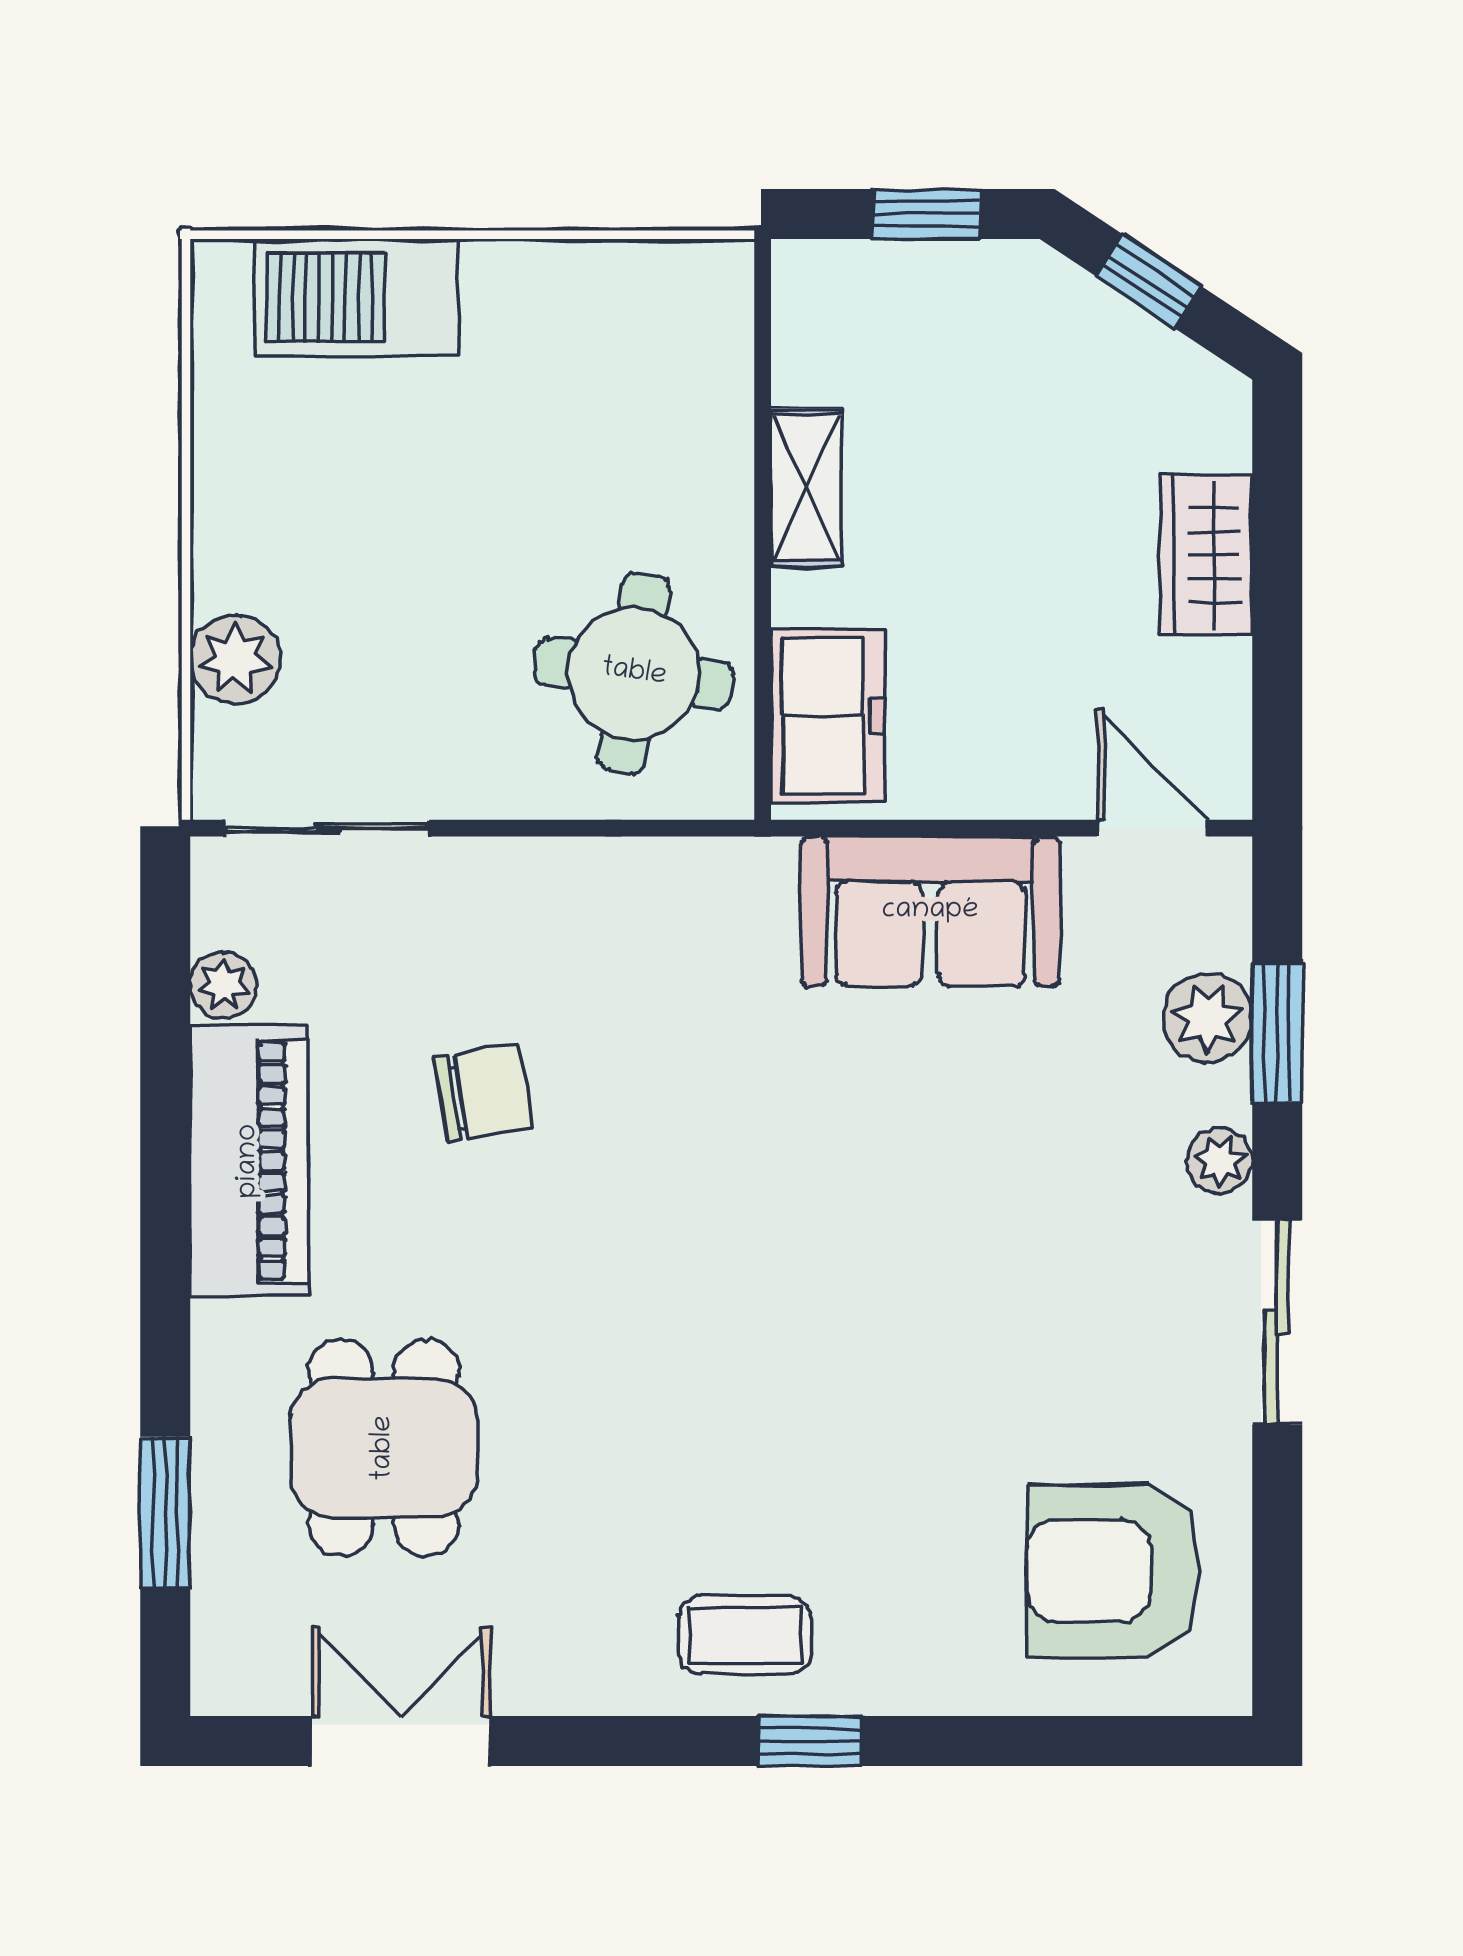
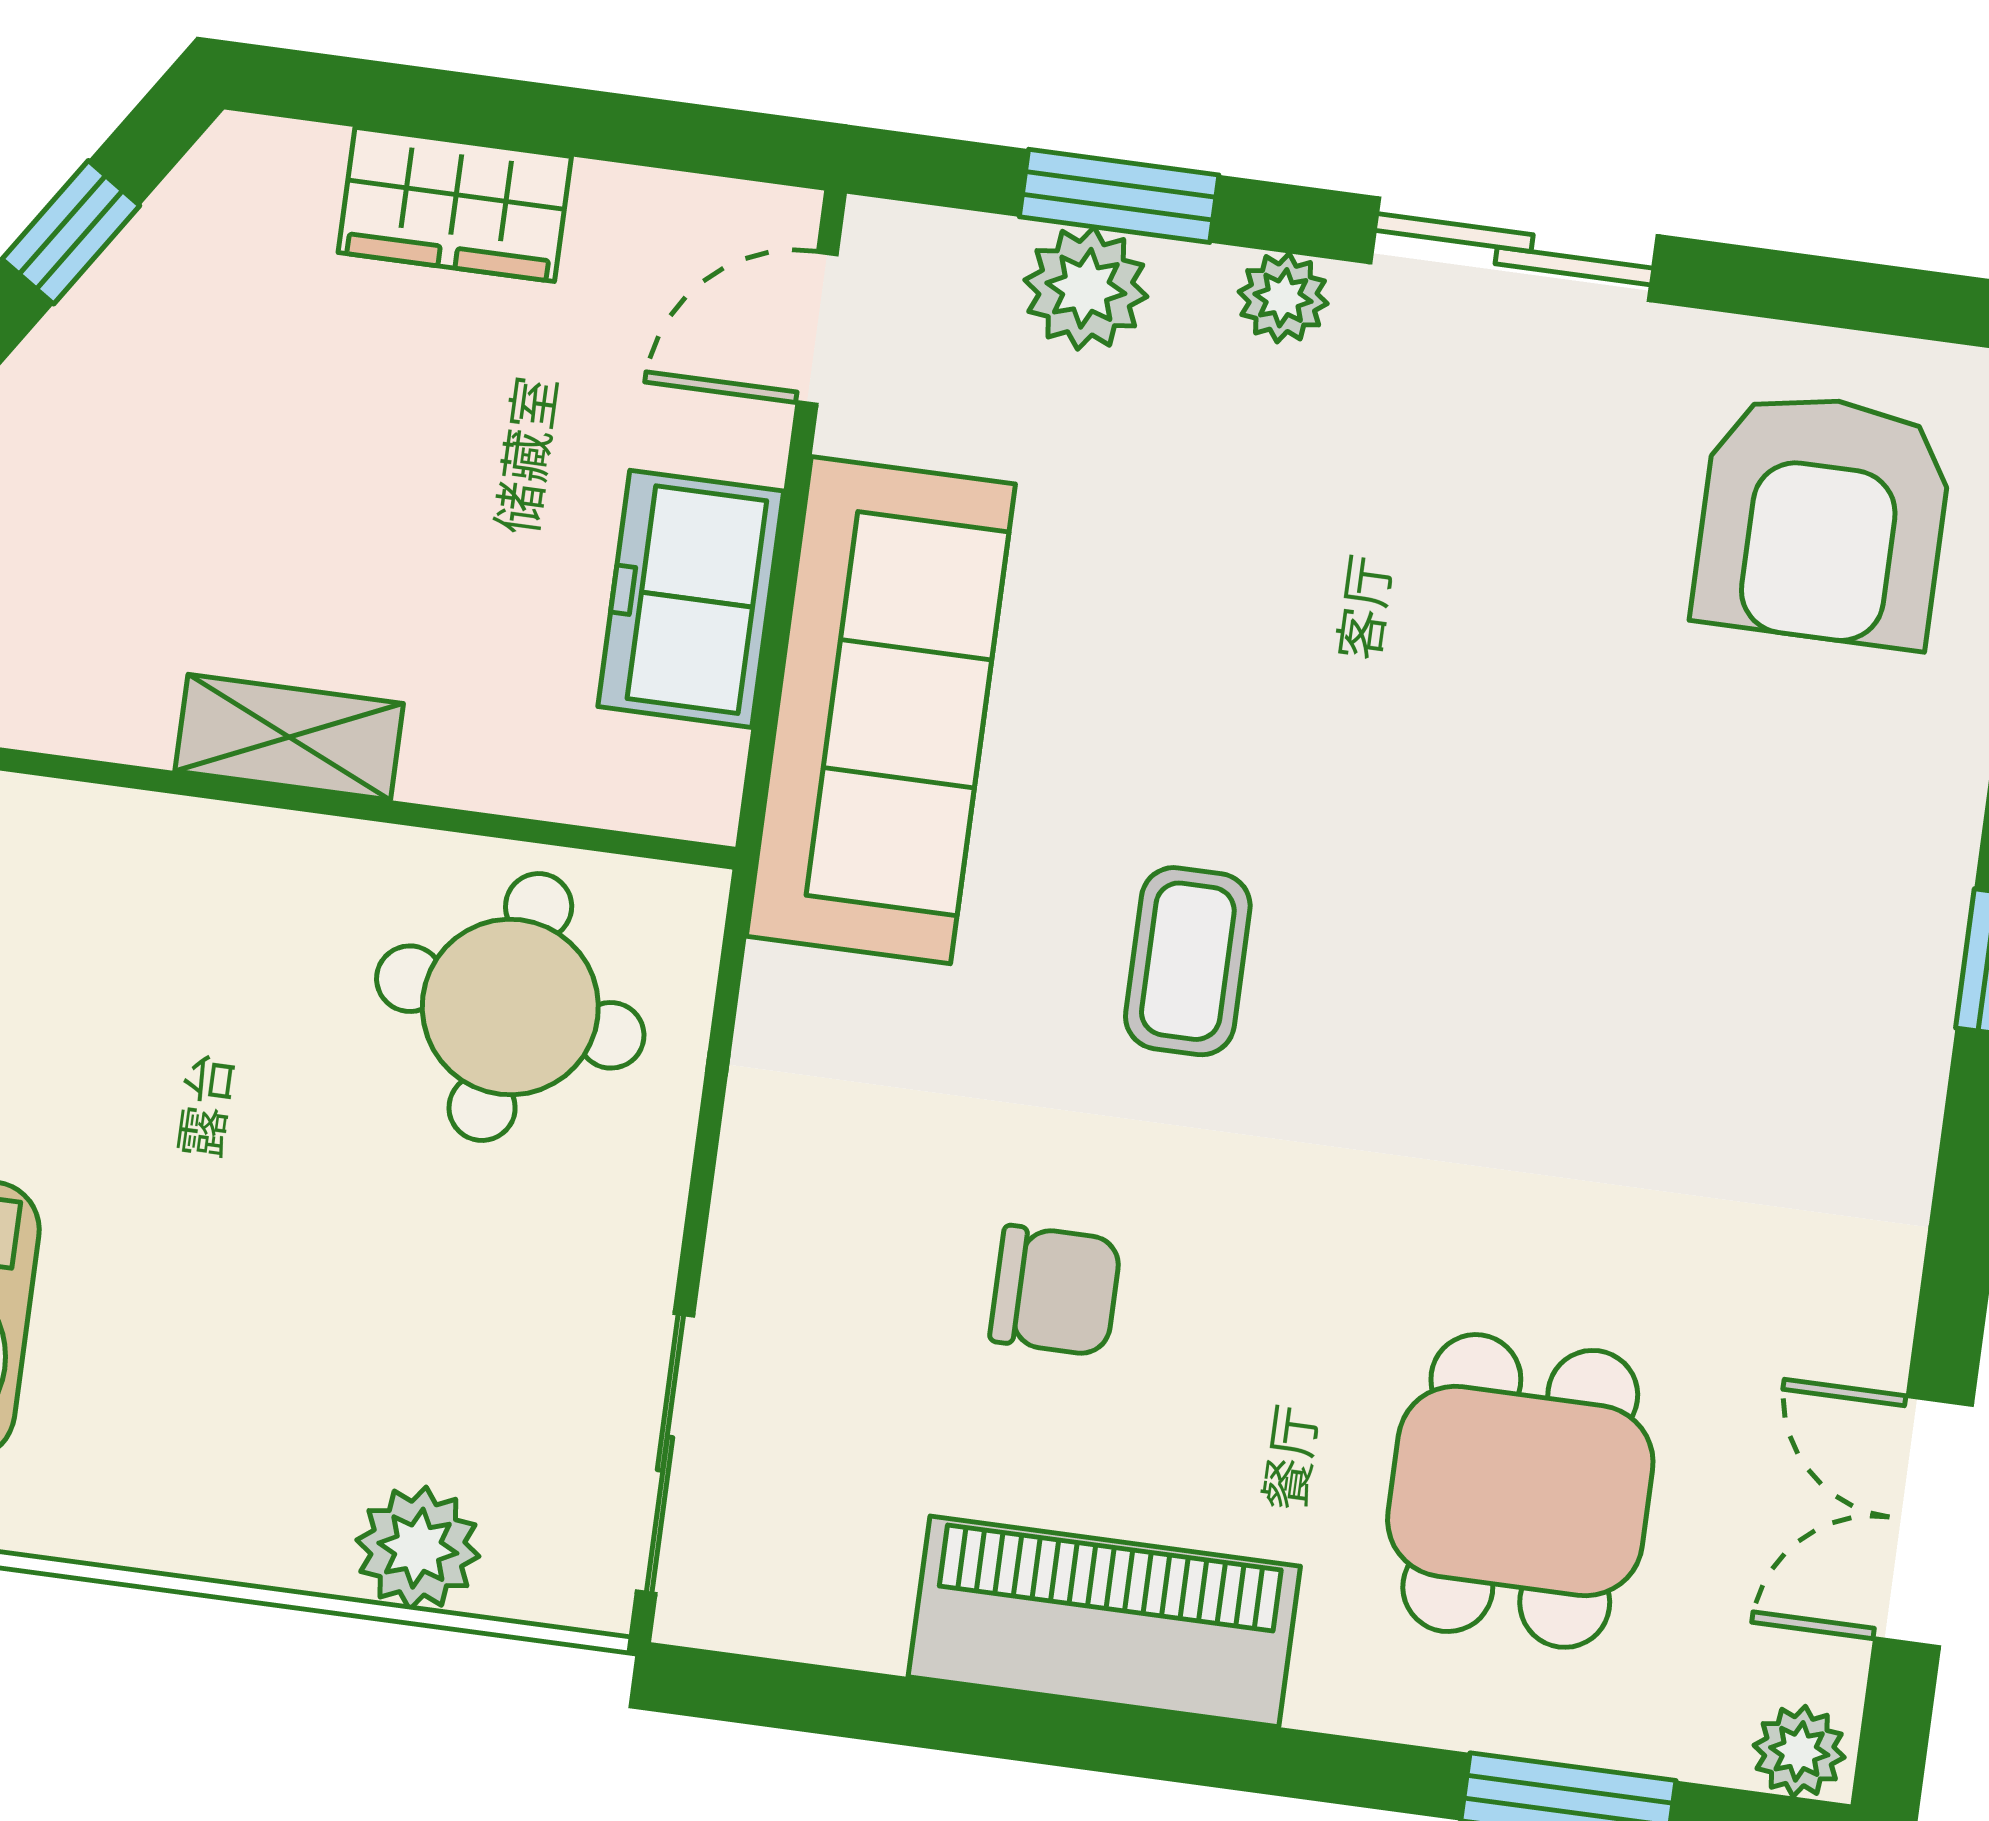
freezer: (827, 715) -> (691, 599), moved, turned -90
sofa: (930, 911) -> (881, 710), width x1.36
plant: (223, 985) -> (1799, 1751), moved
chair: (483, 1093) -> (1055, 1291), turned 100
dining table: (384, 1448) -> (1520, 1491), turned 90
coffee table: (745, 1635) -> (1188, 961), moved

